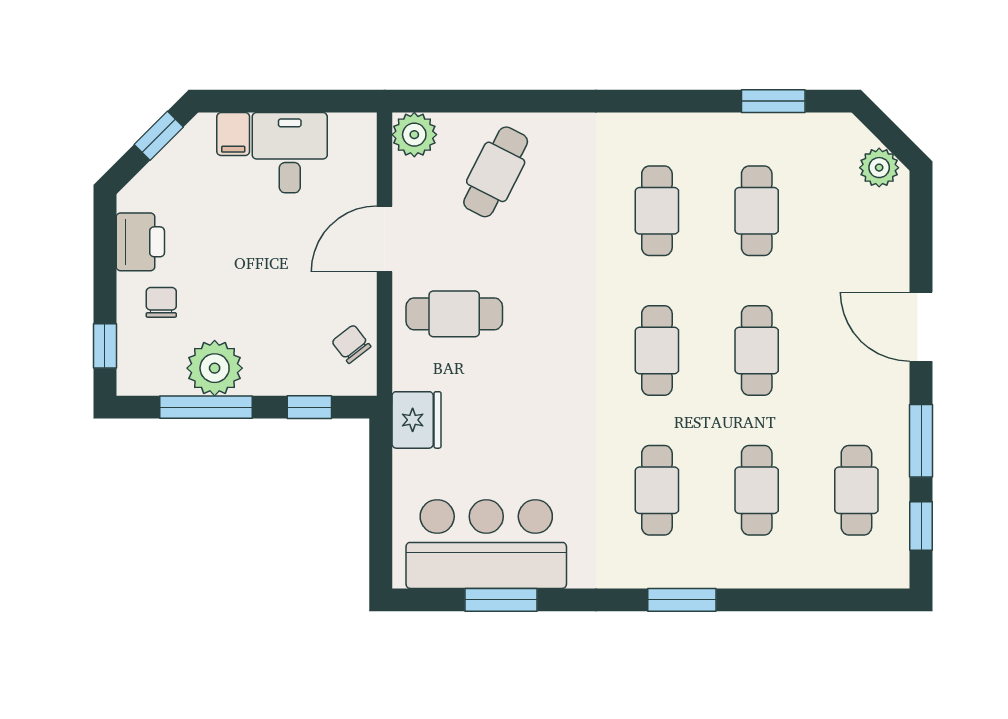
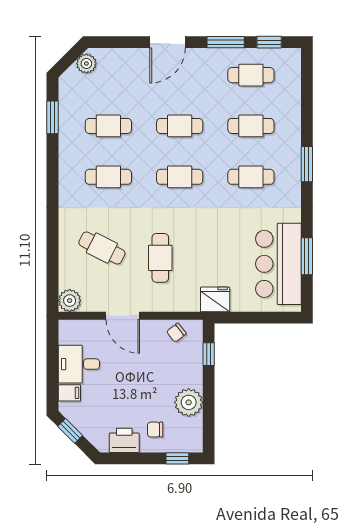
cafe table: (496, 172) -> (102, 248), moved
cafe table: (454, 314) -> (160, 258), moved
window: (206, 407) -> (209, 407), removed

